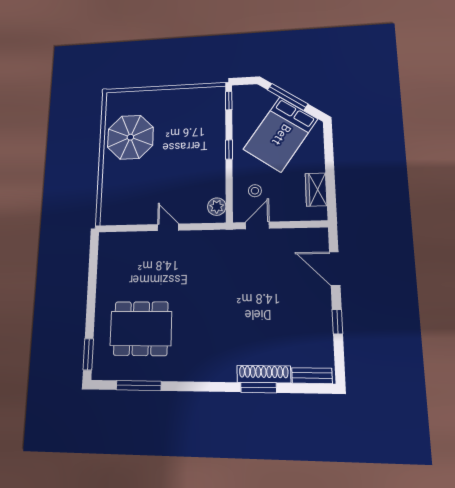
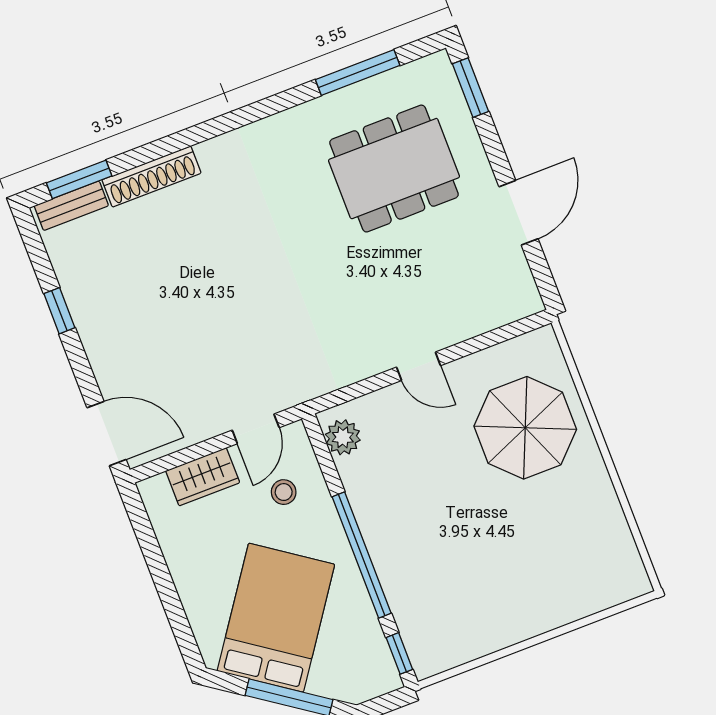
parasol: (130, 137) -> (525, 428), moved
window: (229, 150) -> (362, 555), width x3.17
wardrobe: (316, 190) -> (203, 477), moved, turned 90
door: (335, 269) -> (107, 434), moved
door: (92, 283) -> (518, 213), added
window: (259, 388) -> (79, 179), moved

